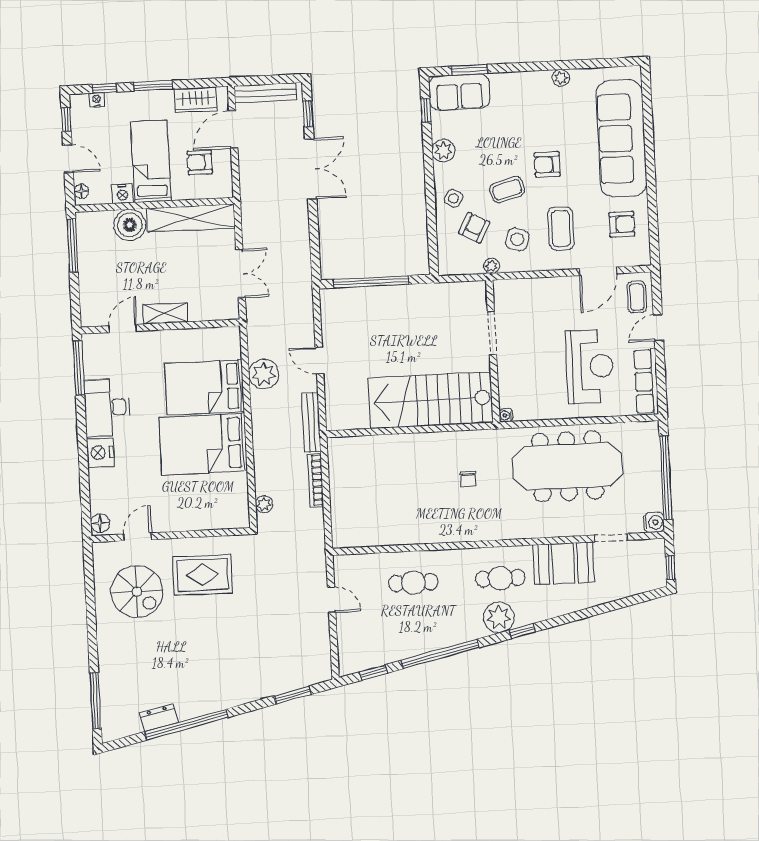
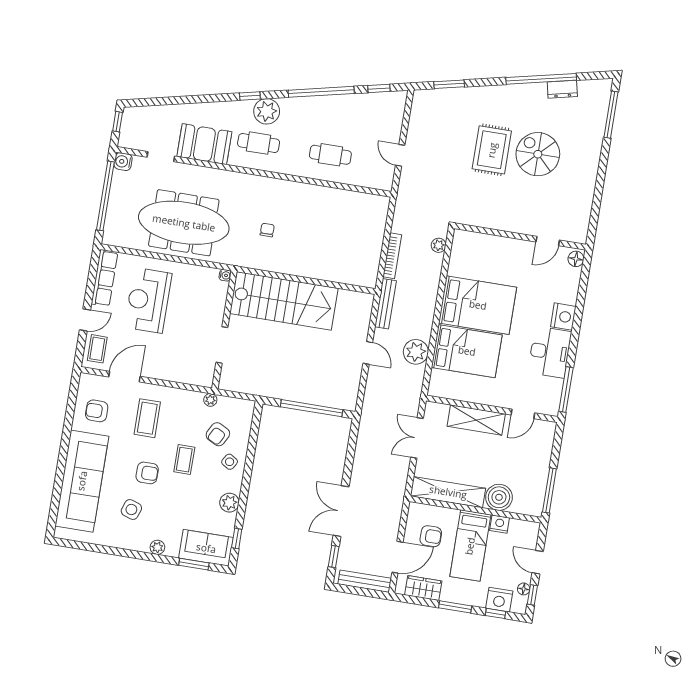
plant: (561, 78) -> (157, 547), moved
nightstand: (97, 100) -> (499, 600), width x1.89, depth x1.79
coffee table: (507, 190) -> (184, 460), turned -73
floor lamp: (81, 191) -> (524, 589), moved
side table: (517, 239) -> (131, 509), moved
shelving: (165, 313) -> (476, 420), width x1.50, depth x1.33
rug: (202, 575) -> (492, 150), moved, turned 90
spiral stairs: (137, 592) -> (538, 154), moved

